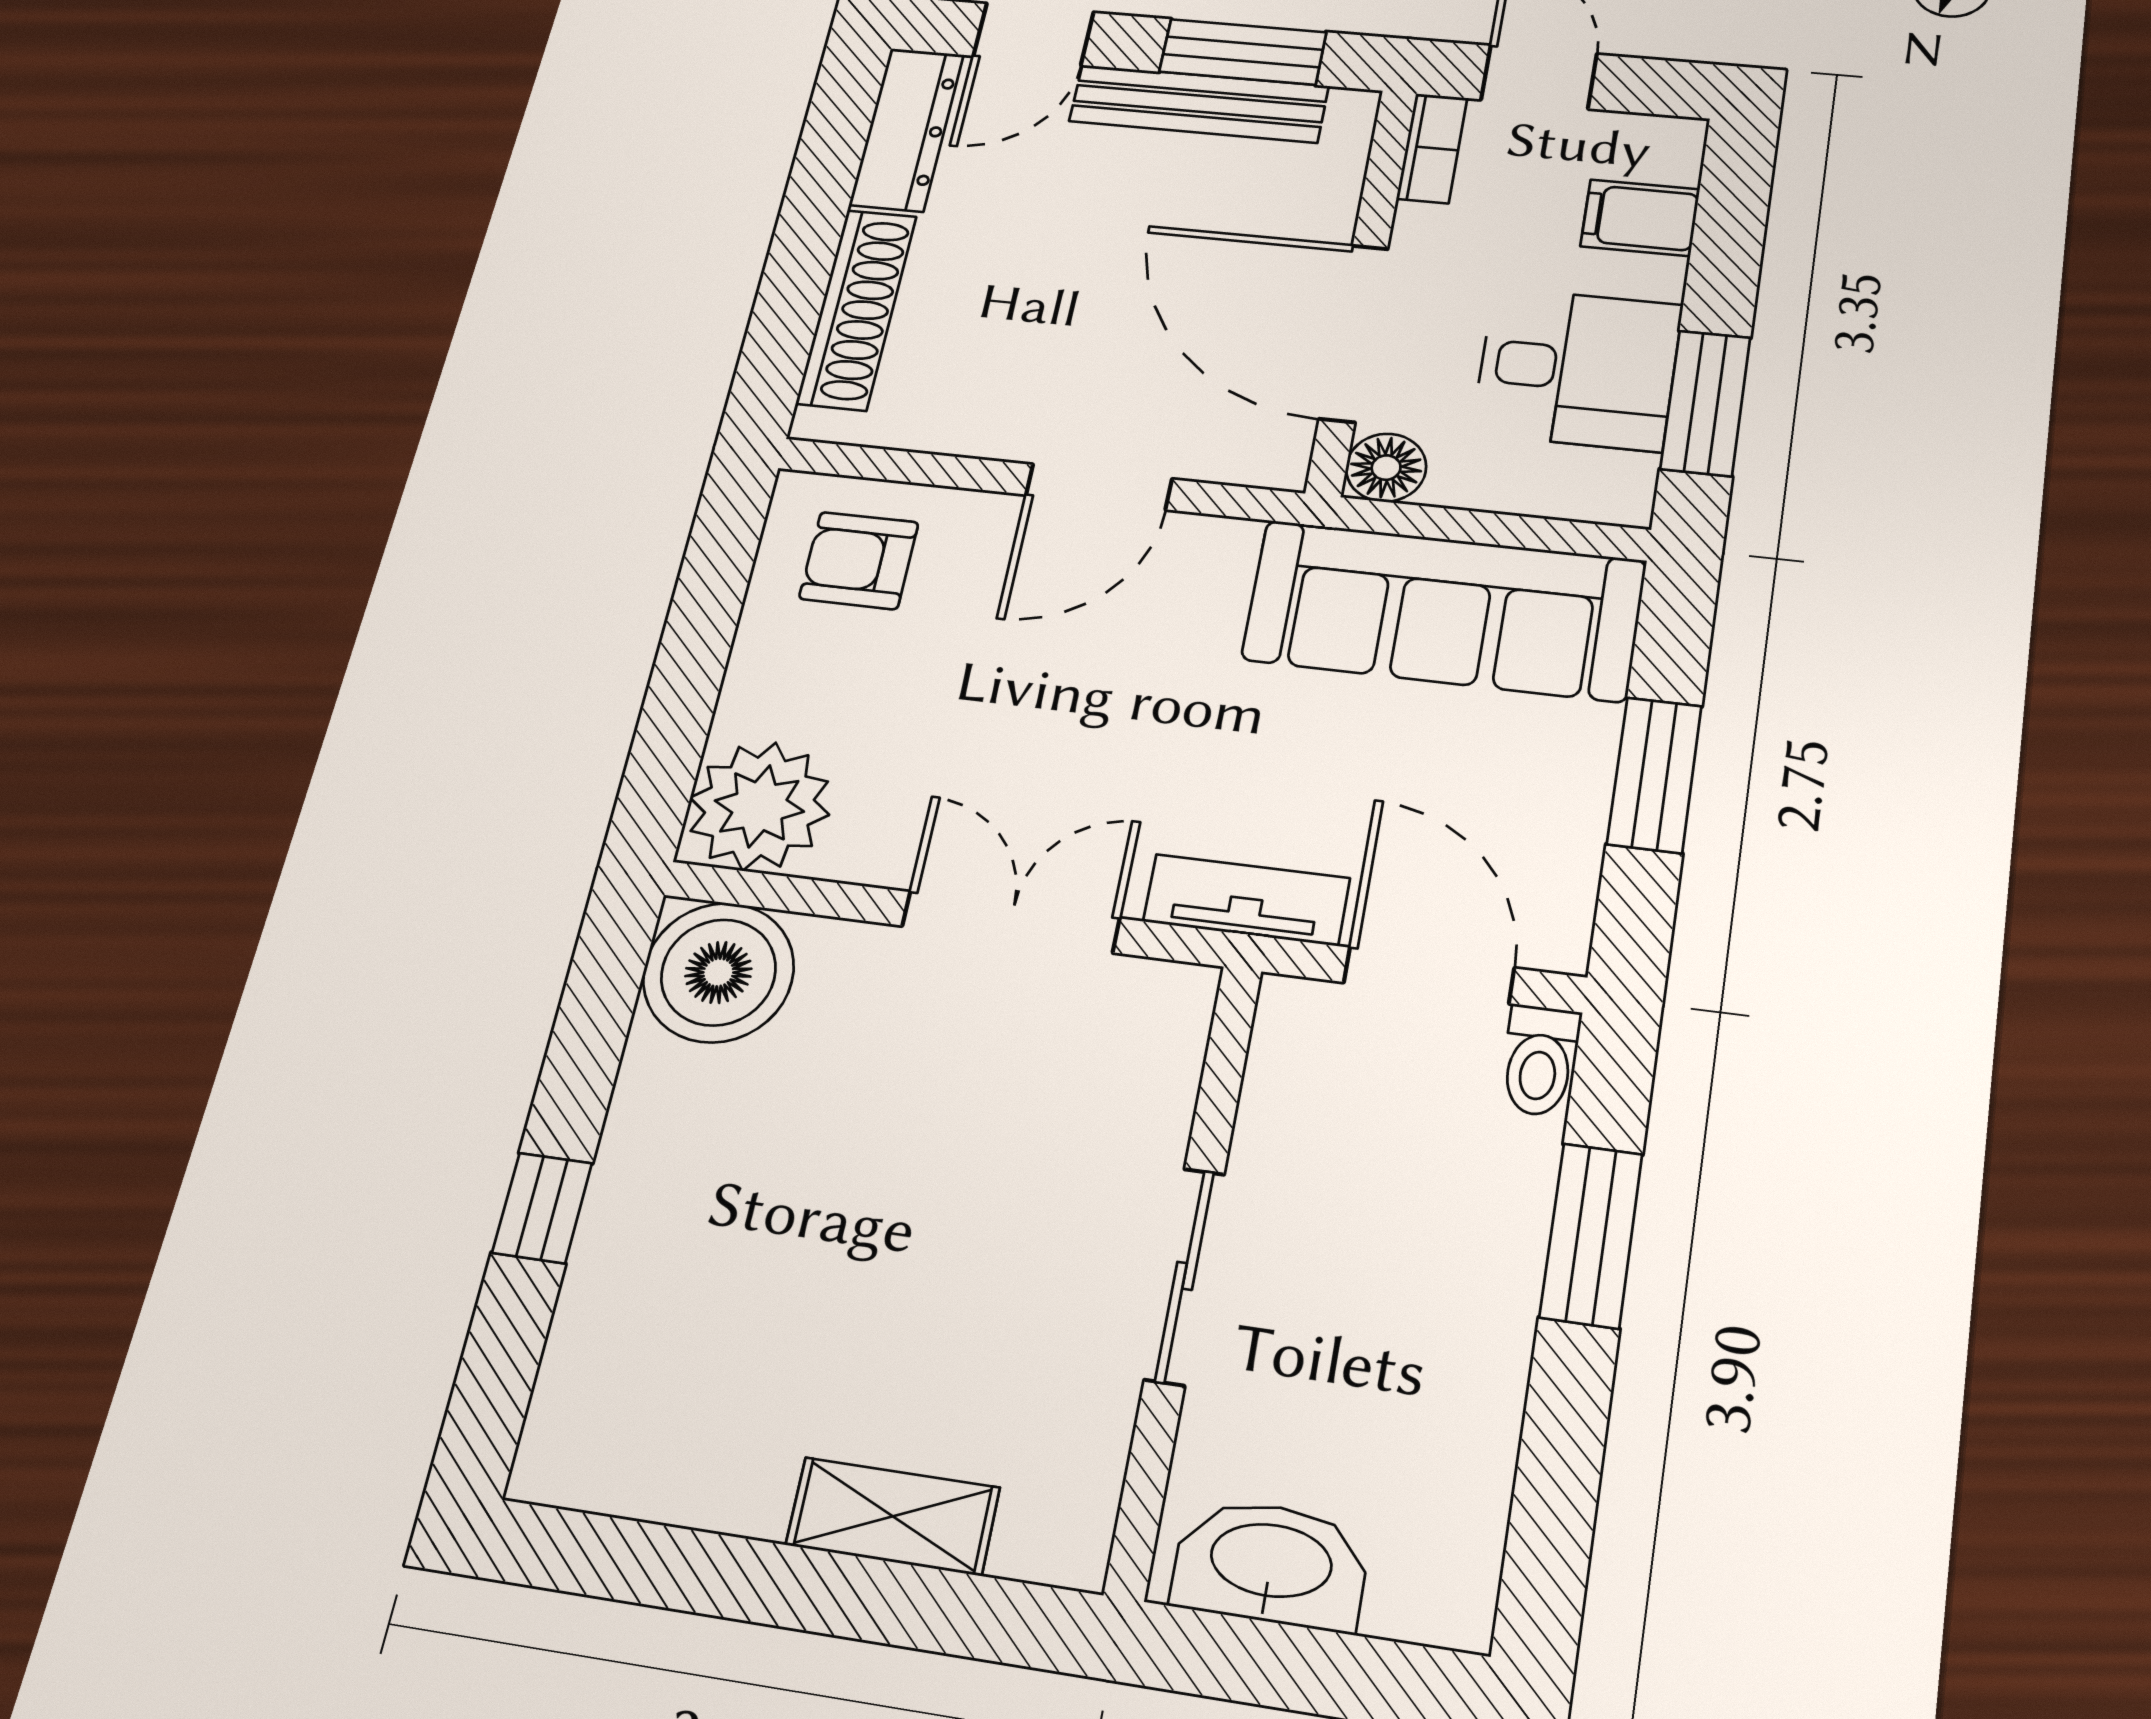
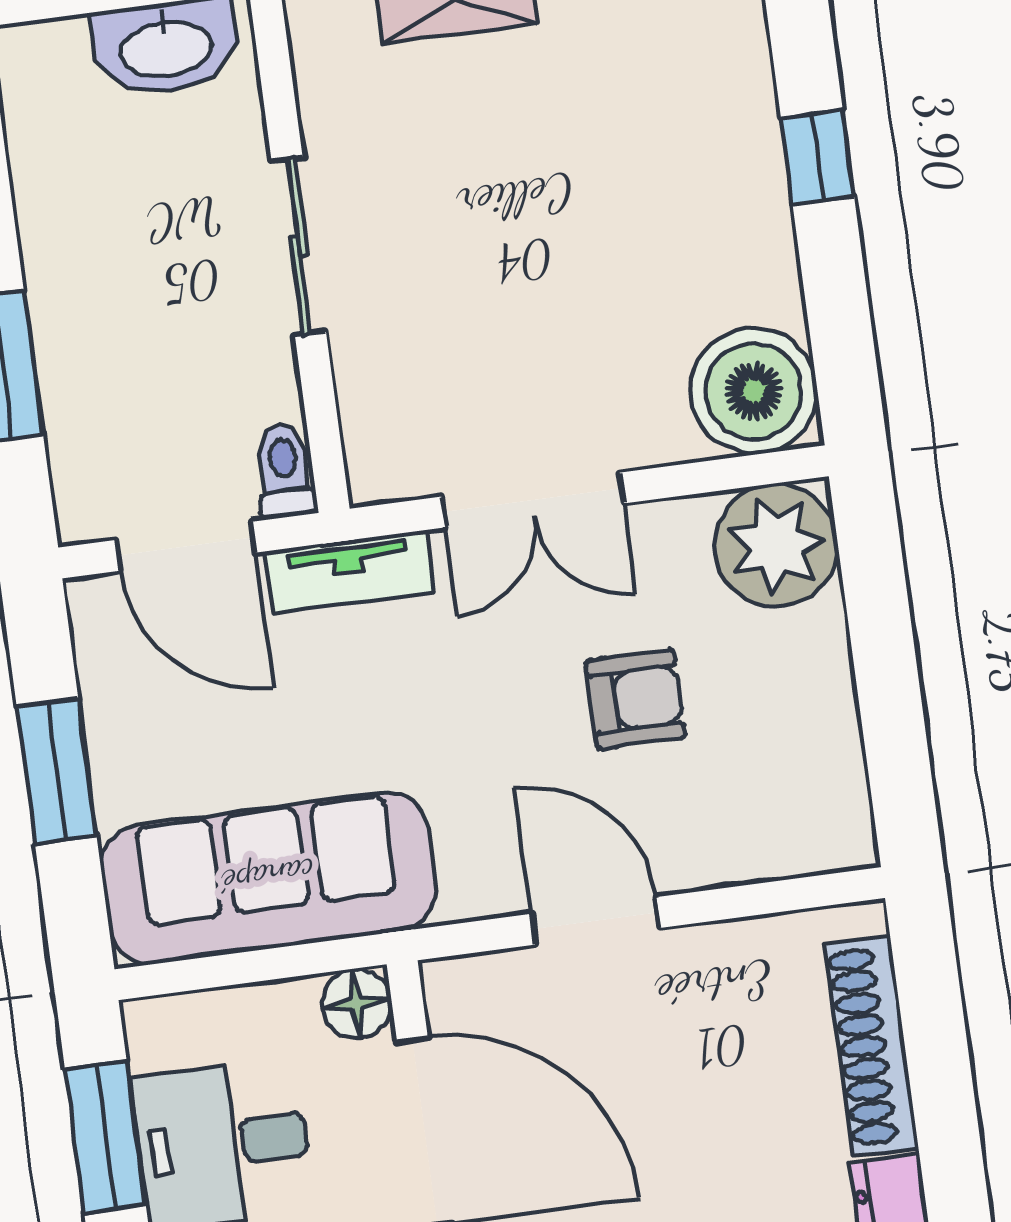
door: (1099, 487) -> (596, 921), hinge flipped
armchair: (859, 560) -> (635, 699), moved
toilet: (1540, 1061) -> (284, 471), moved

